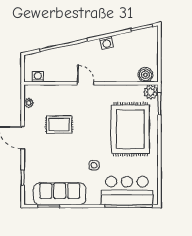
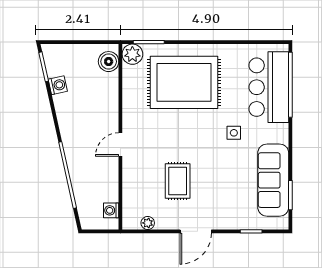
washing machine: (106, 43) -> (58, 85), moved

